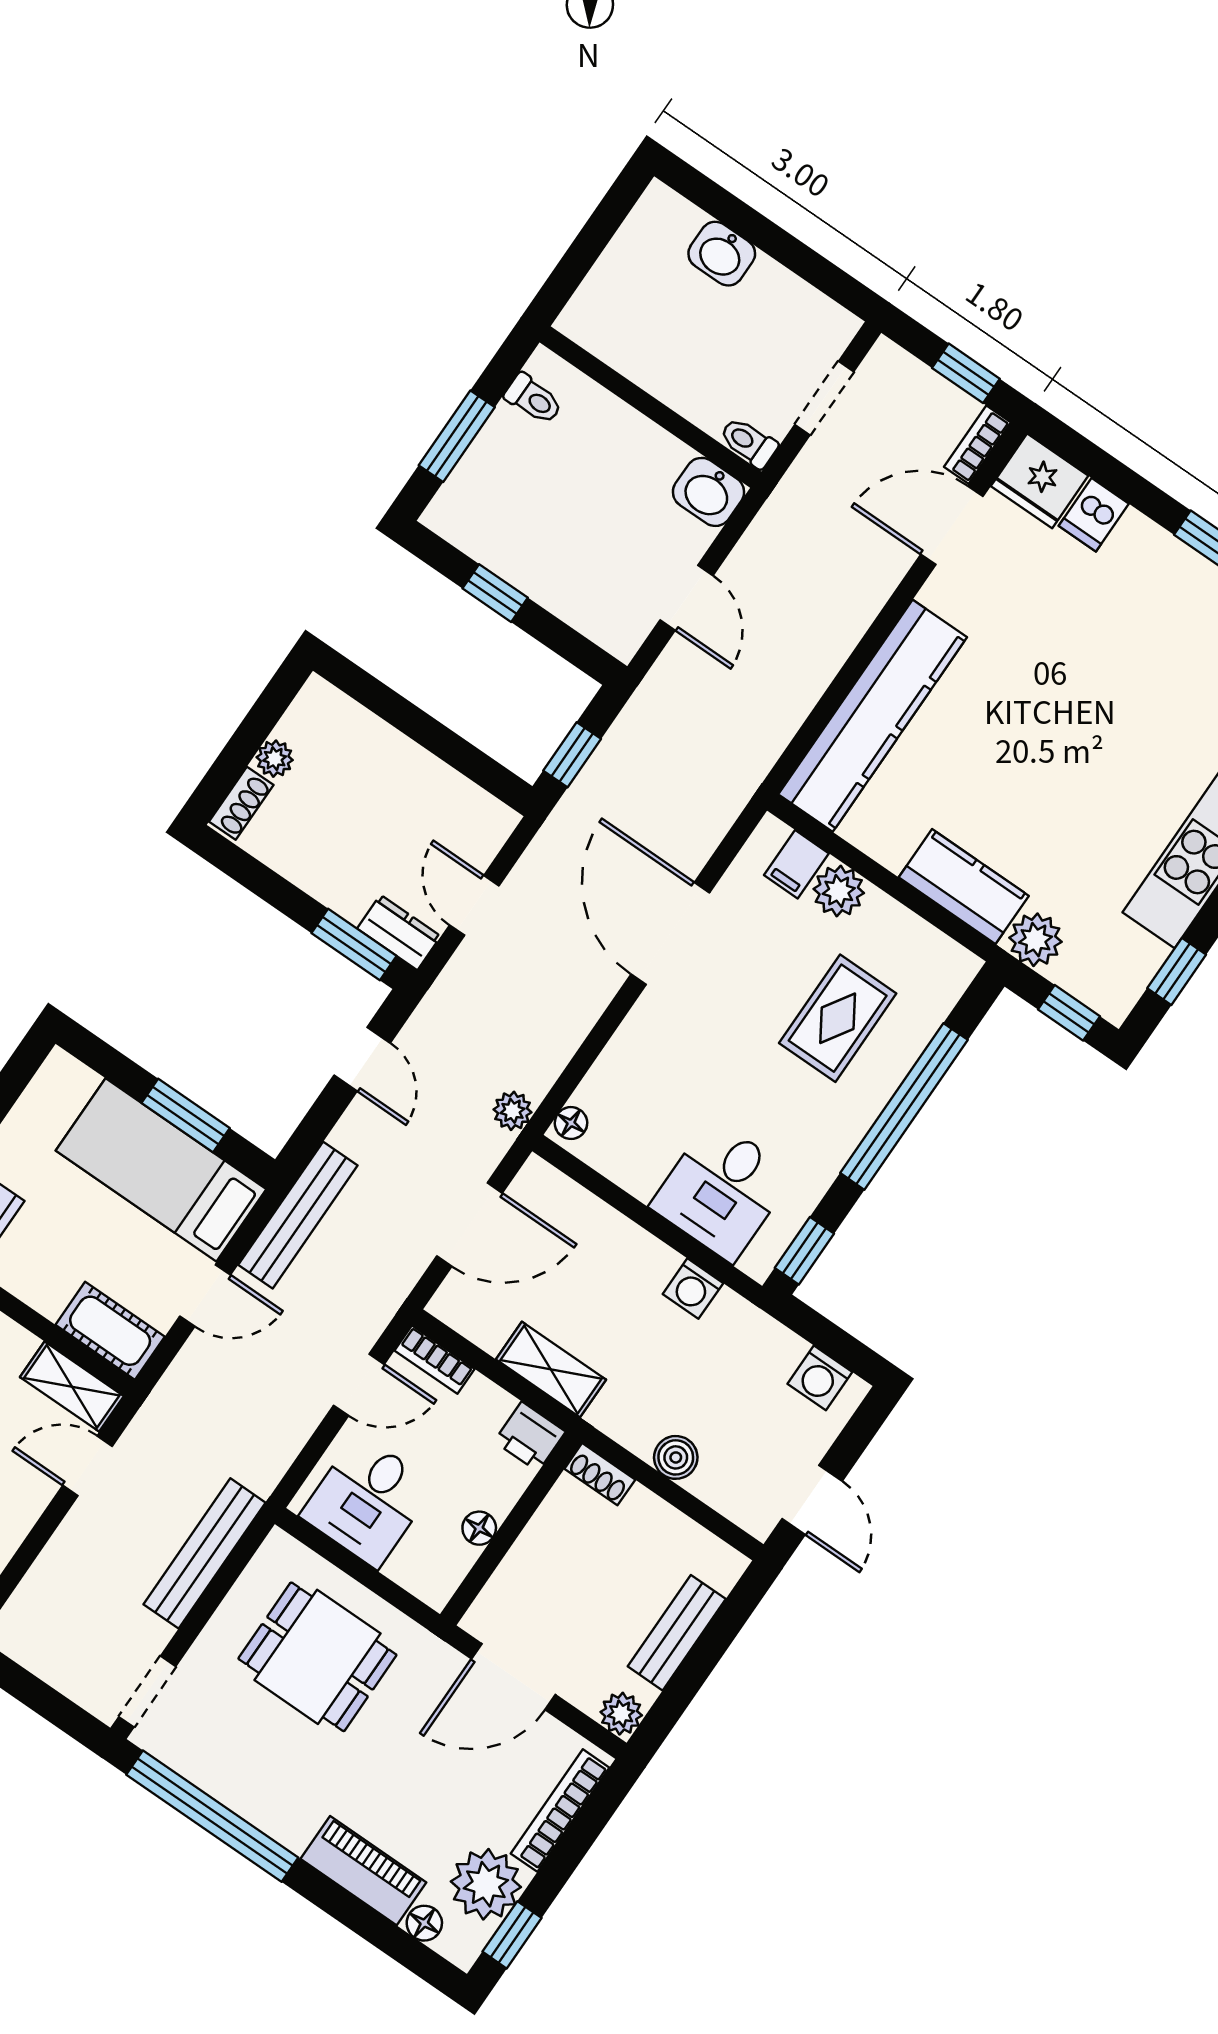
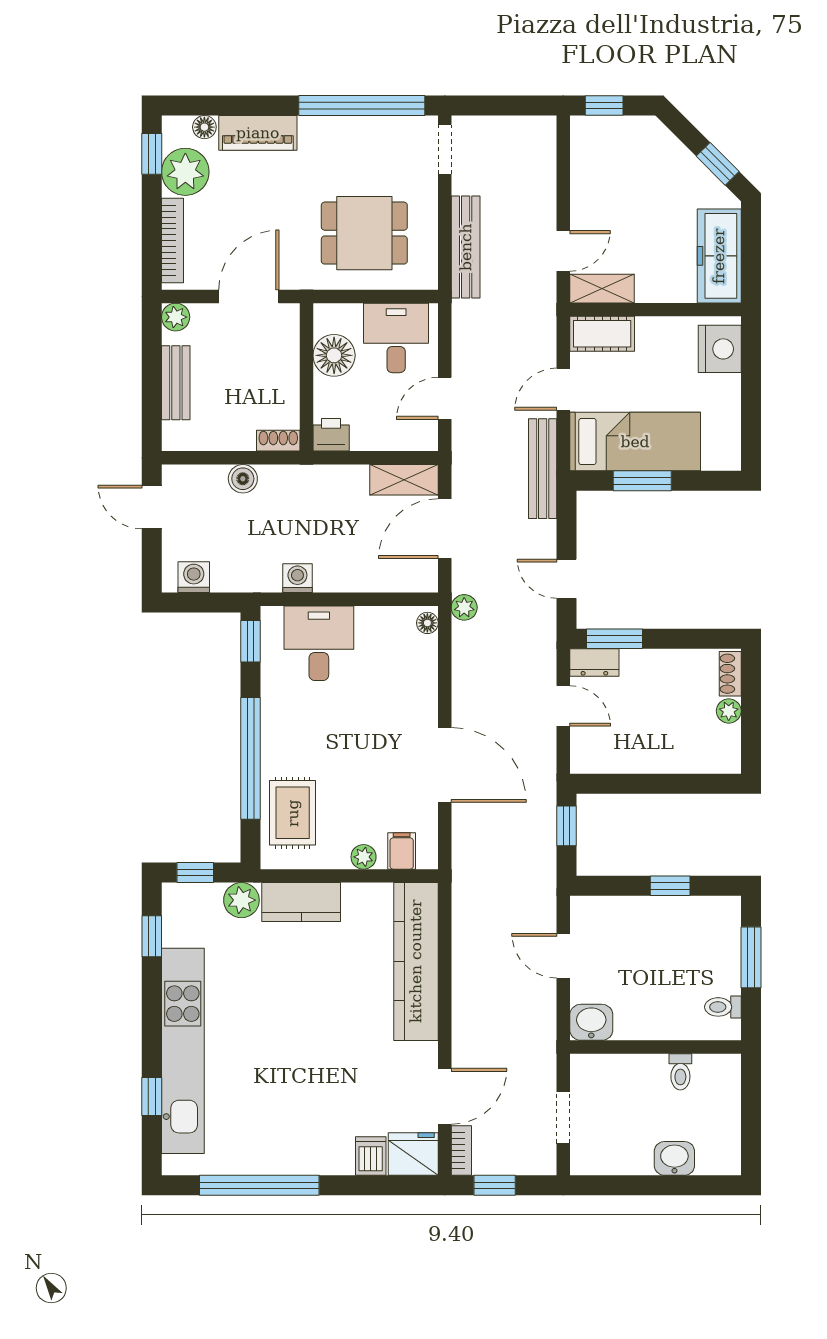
toilet: (749, 442) -> (680, 1072), moved, turned 90
plant: (839, 891) -> (364, 857), width x0.73, depth x0.73
rug: (838, 1018) -> (293, 813), moved
bookcase: (435, 1360) -> (413, 441), removed
shelving: (551, 1370) -> (404, 480), moved
floor lamp: (479, 1528) -> (334, 355), width x1.89, depth x1.89

